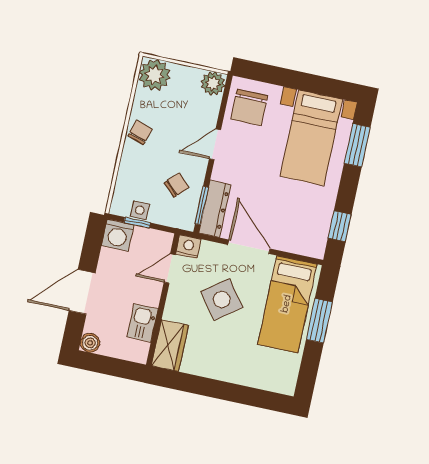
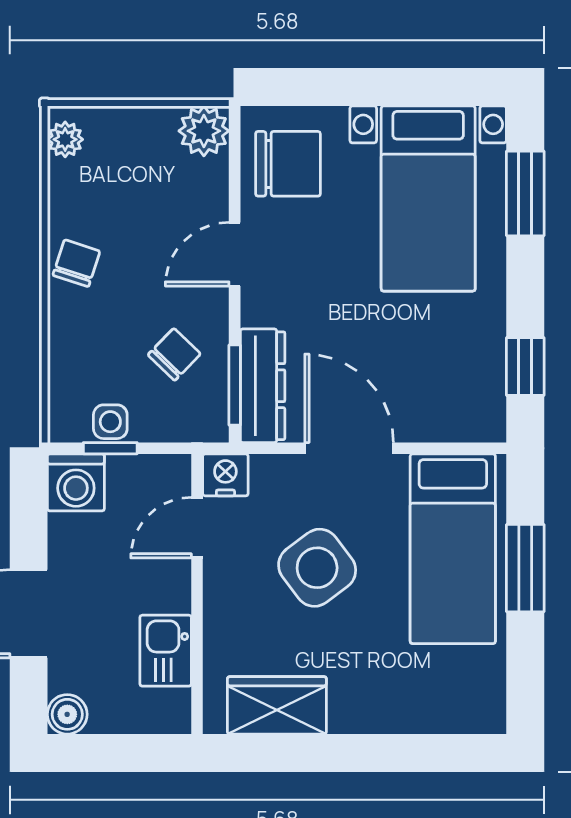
plant: (154, 75) -> (65, 139), width x0.53, depth x0.53
chair: (249, 107) -> (288, 164), turned -90
wardrobe: (170, 346) -> (277, 705), moved, turned -90

